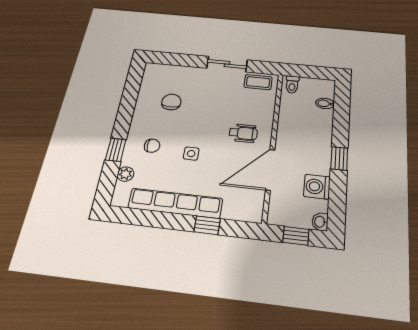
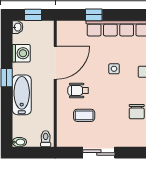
coffee table: (258, 82) -> (84, 115), moved
bidet: (325, 103) -> (19, 142), moved
bathtub: (320, 136) -> (22, 95), added

